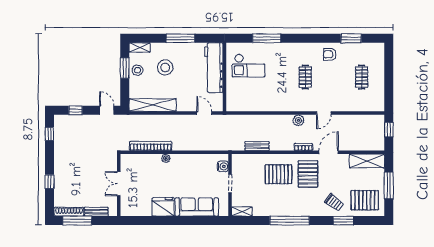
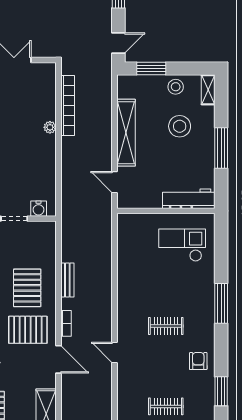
window: (267, 38) -> (221, 303), moved
checkout: (248, 66) -> (182, 245), turned 90
window: (125, 68) -> (151, 68), moved
workbench: (214, 68) -> (189, 199), width x0.73, depth x0.76
shelving: (153, 105) -> (126, 133), moved
door: (204, 113) -> (114, 182), swing flipped
plant: (298, 120) -> (104, 316), removed
bench: (257, 146) -> (67, 280), moved

